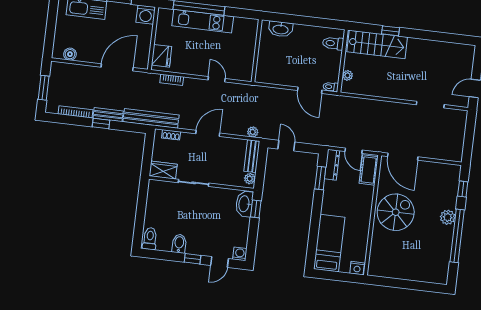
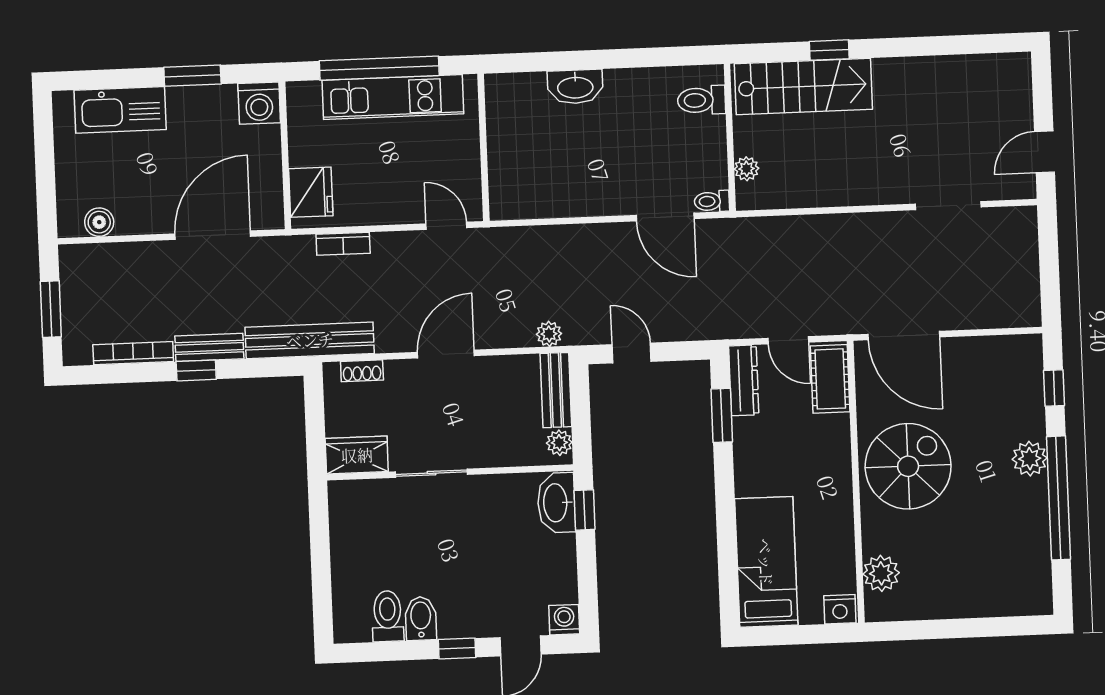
wall: (257, 51) -> (483, 147), moved
toilet: (150, 239) -> (388, 616), moved
plant: (377, 256) -> (881, 573), added

